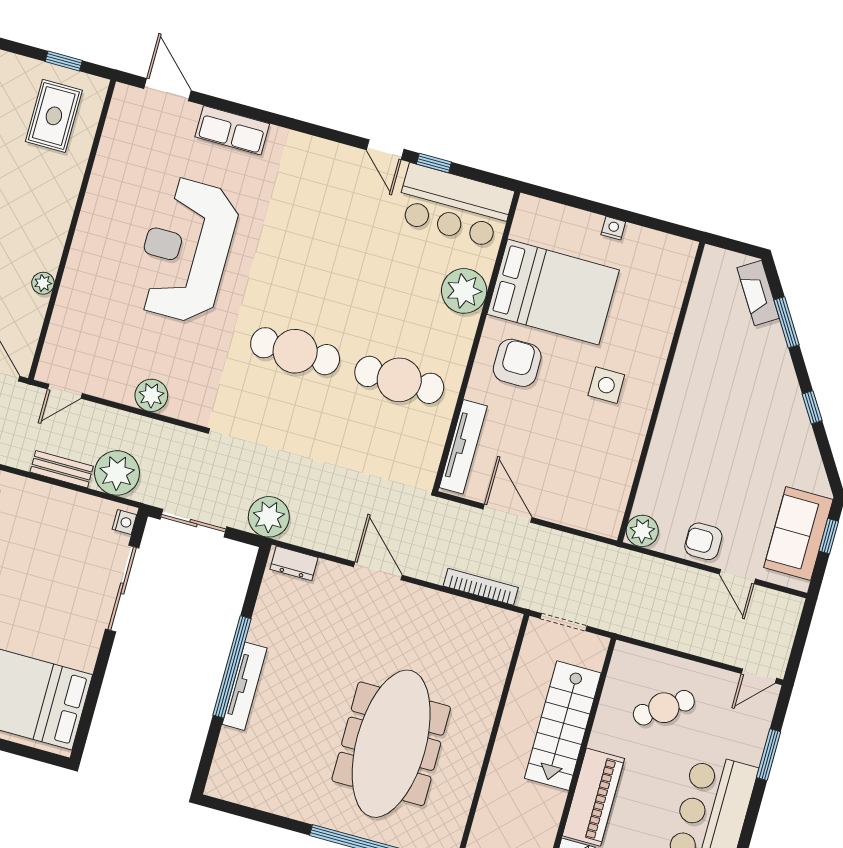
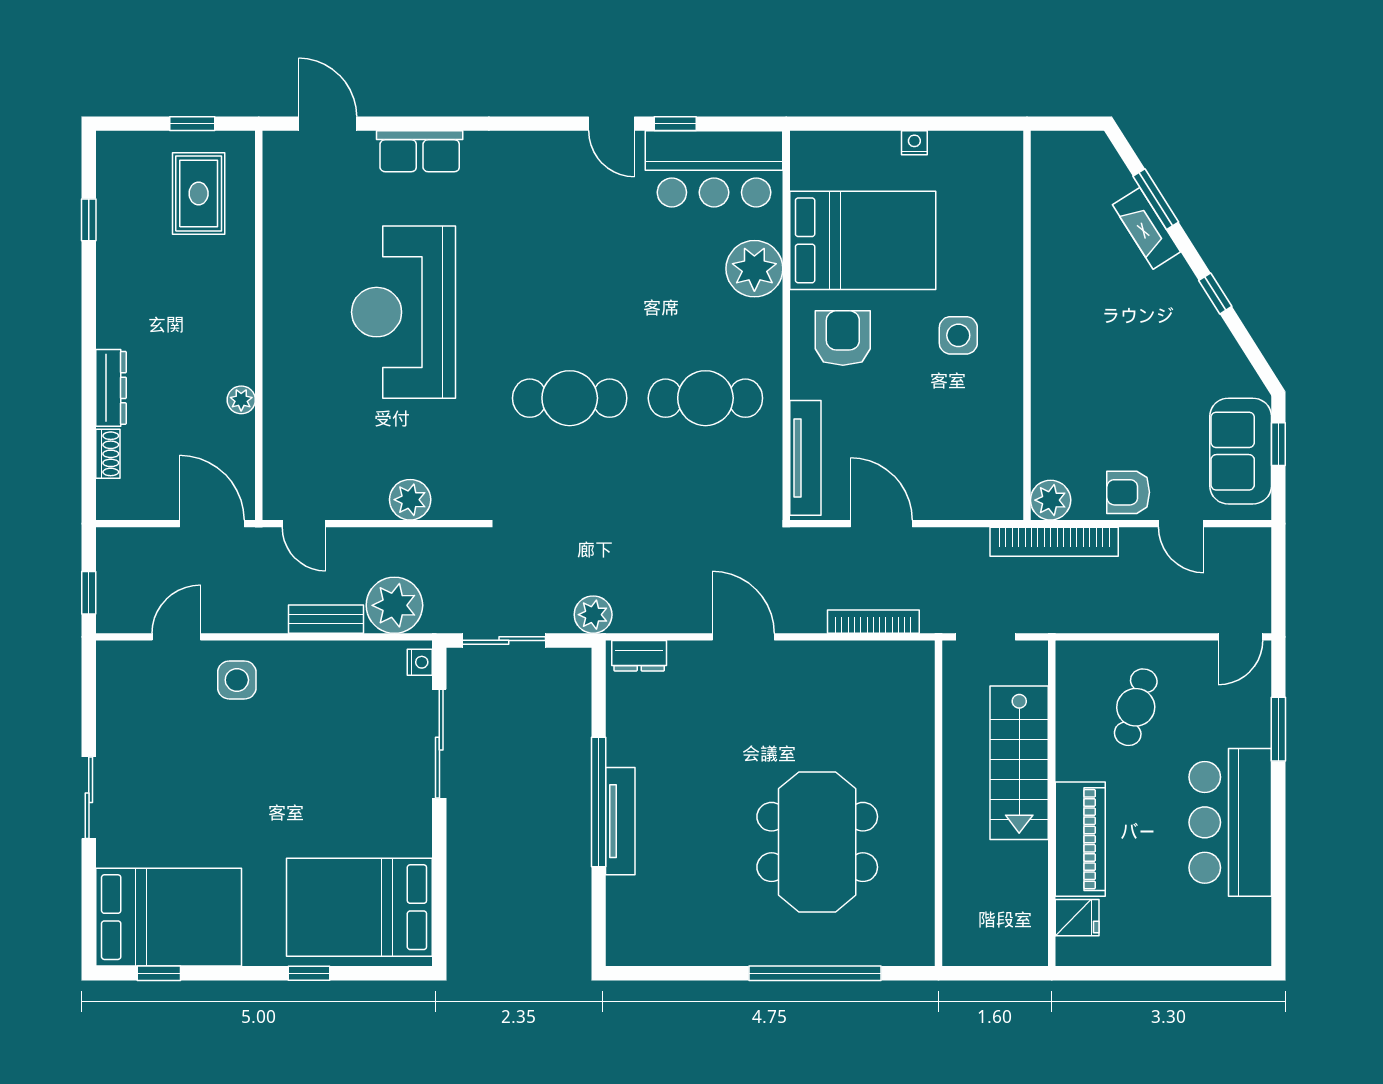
fireplace: (758, 293) -> (1147, 228), moved
door: (65, 391) -> (304, 524), hinge flipped
plant: (269, 517) -> (593, 615), width x0.73, depth x0.73
bookcase: (636, 564) -> (1054, 542), added
cafe table: (664, 708) -> (1136, 707), turned -39
meeting table: (391, 744) -> (817, 842), width x0.73

